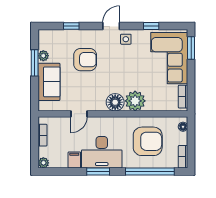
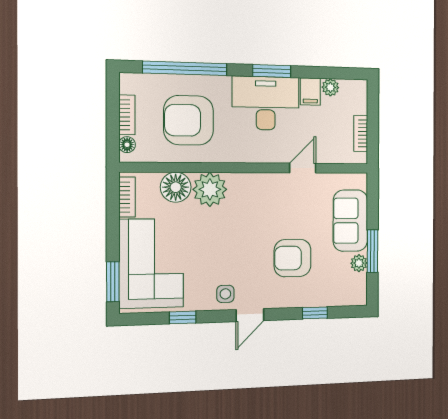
floor lamp: (115, 102) -> (176, 187), moved
bookcase: (183, 157) -> (127, 115), moved
plant: (43, 163) -> (330, 87), moved

